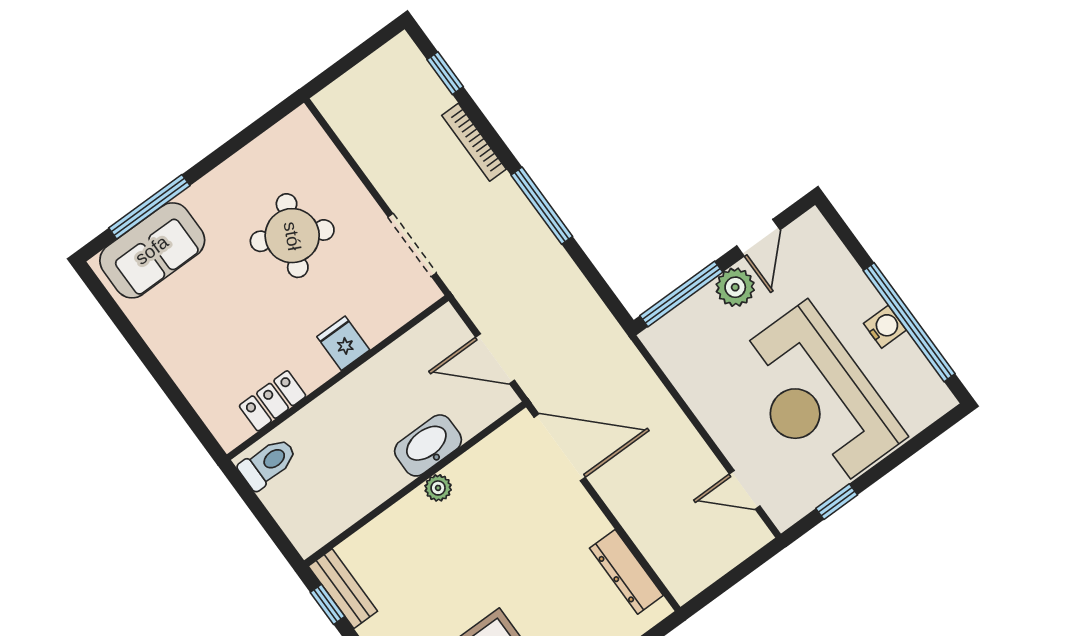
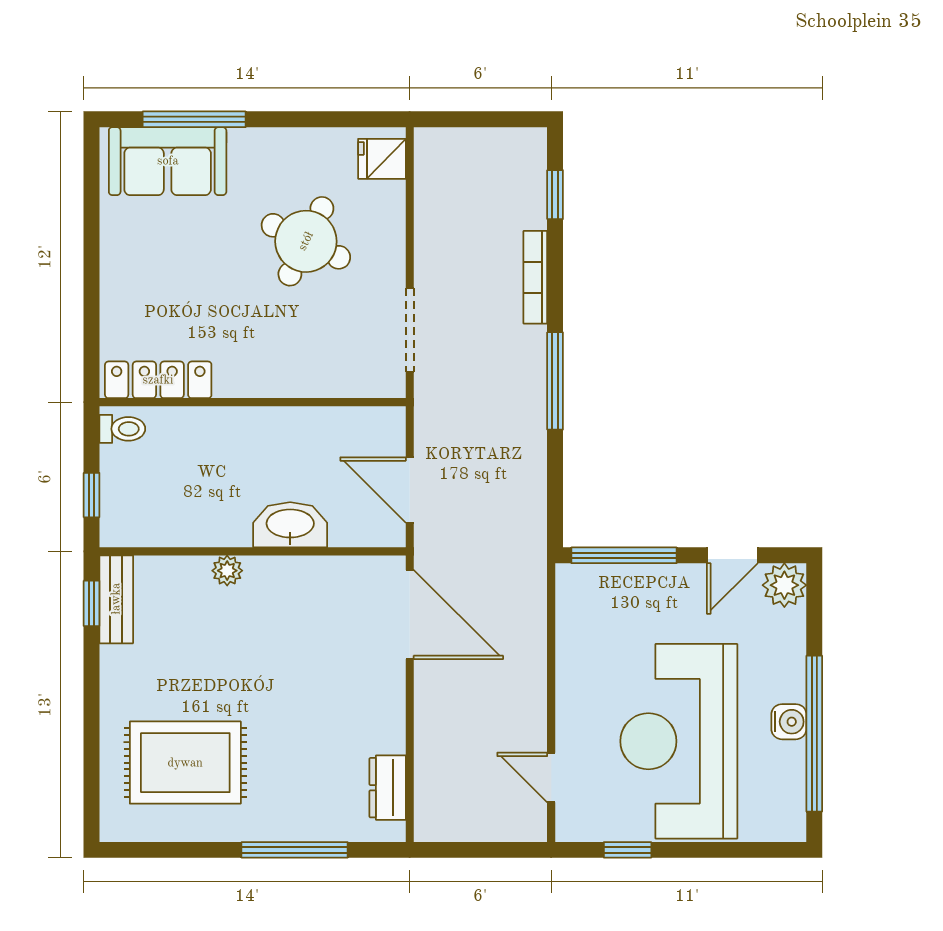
plant: (735, 287) -> (784, 585), moved
fridge: (343, 343) -> (382, 159), moved, turned -90
locker: (273, 401) -> (158, 380), width x1.53
toilet: (268, 463) -> (122, 429), width x0.73, depth x0.72
plant: (438, 488) -> (227, 571), moved
window: (271, 527) -> (92, 495), added
dresser: (626, 572) -> (388, 788), width x0.70

